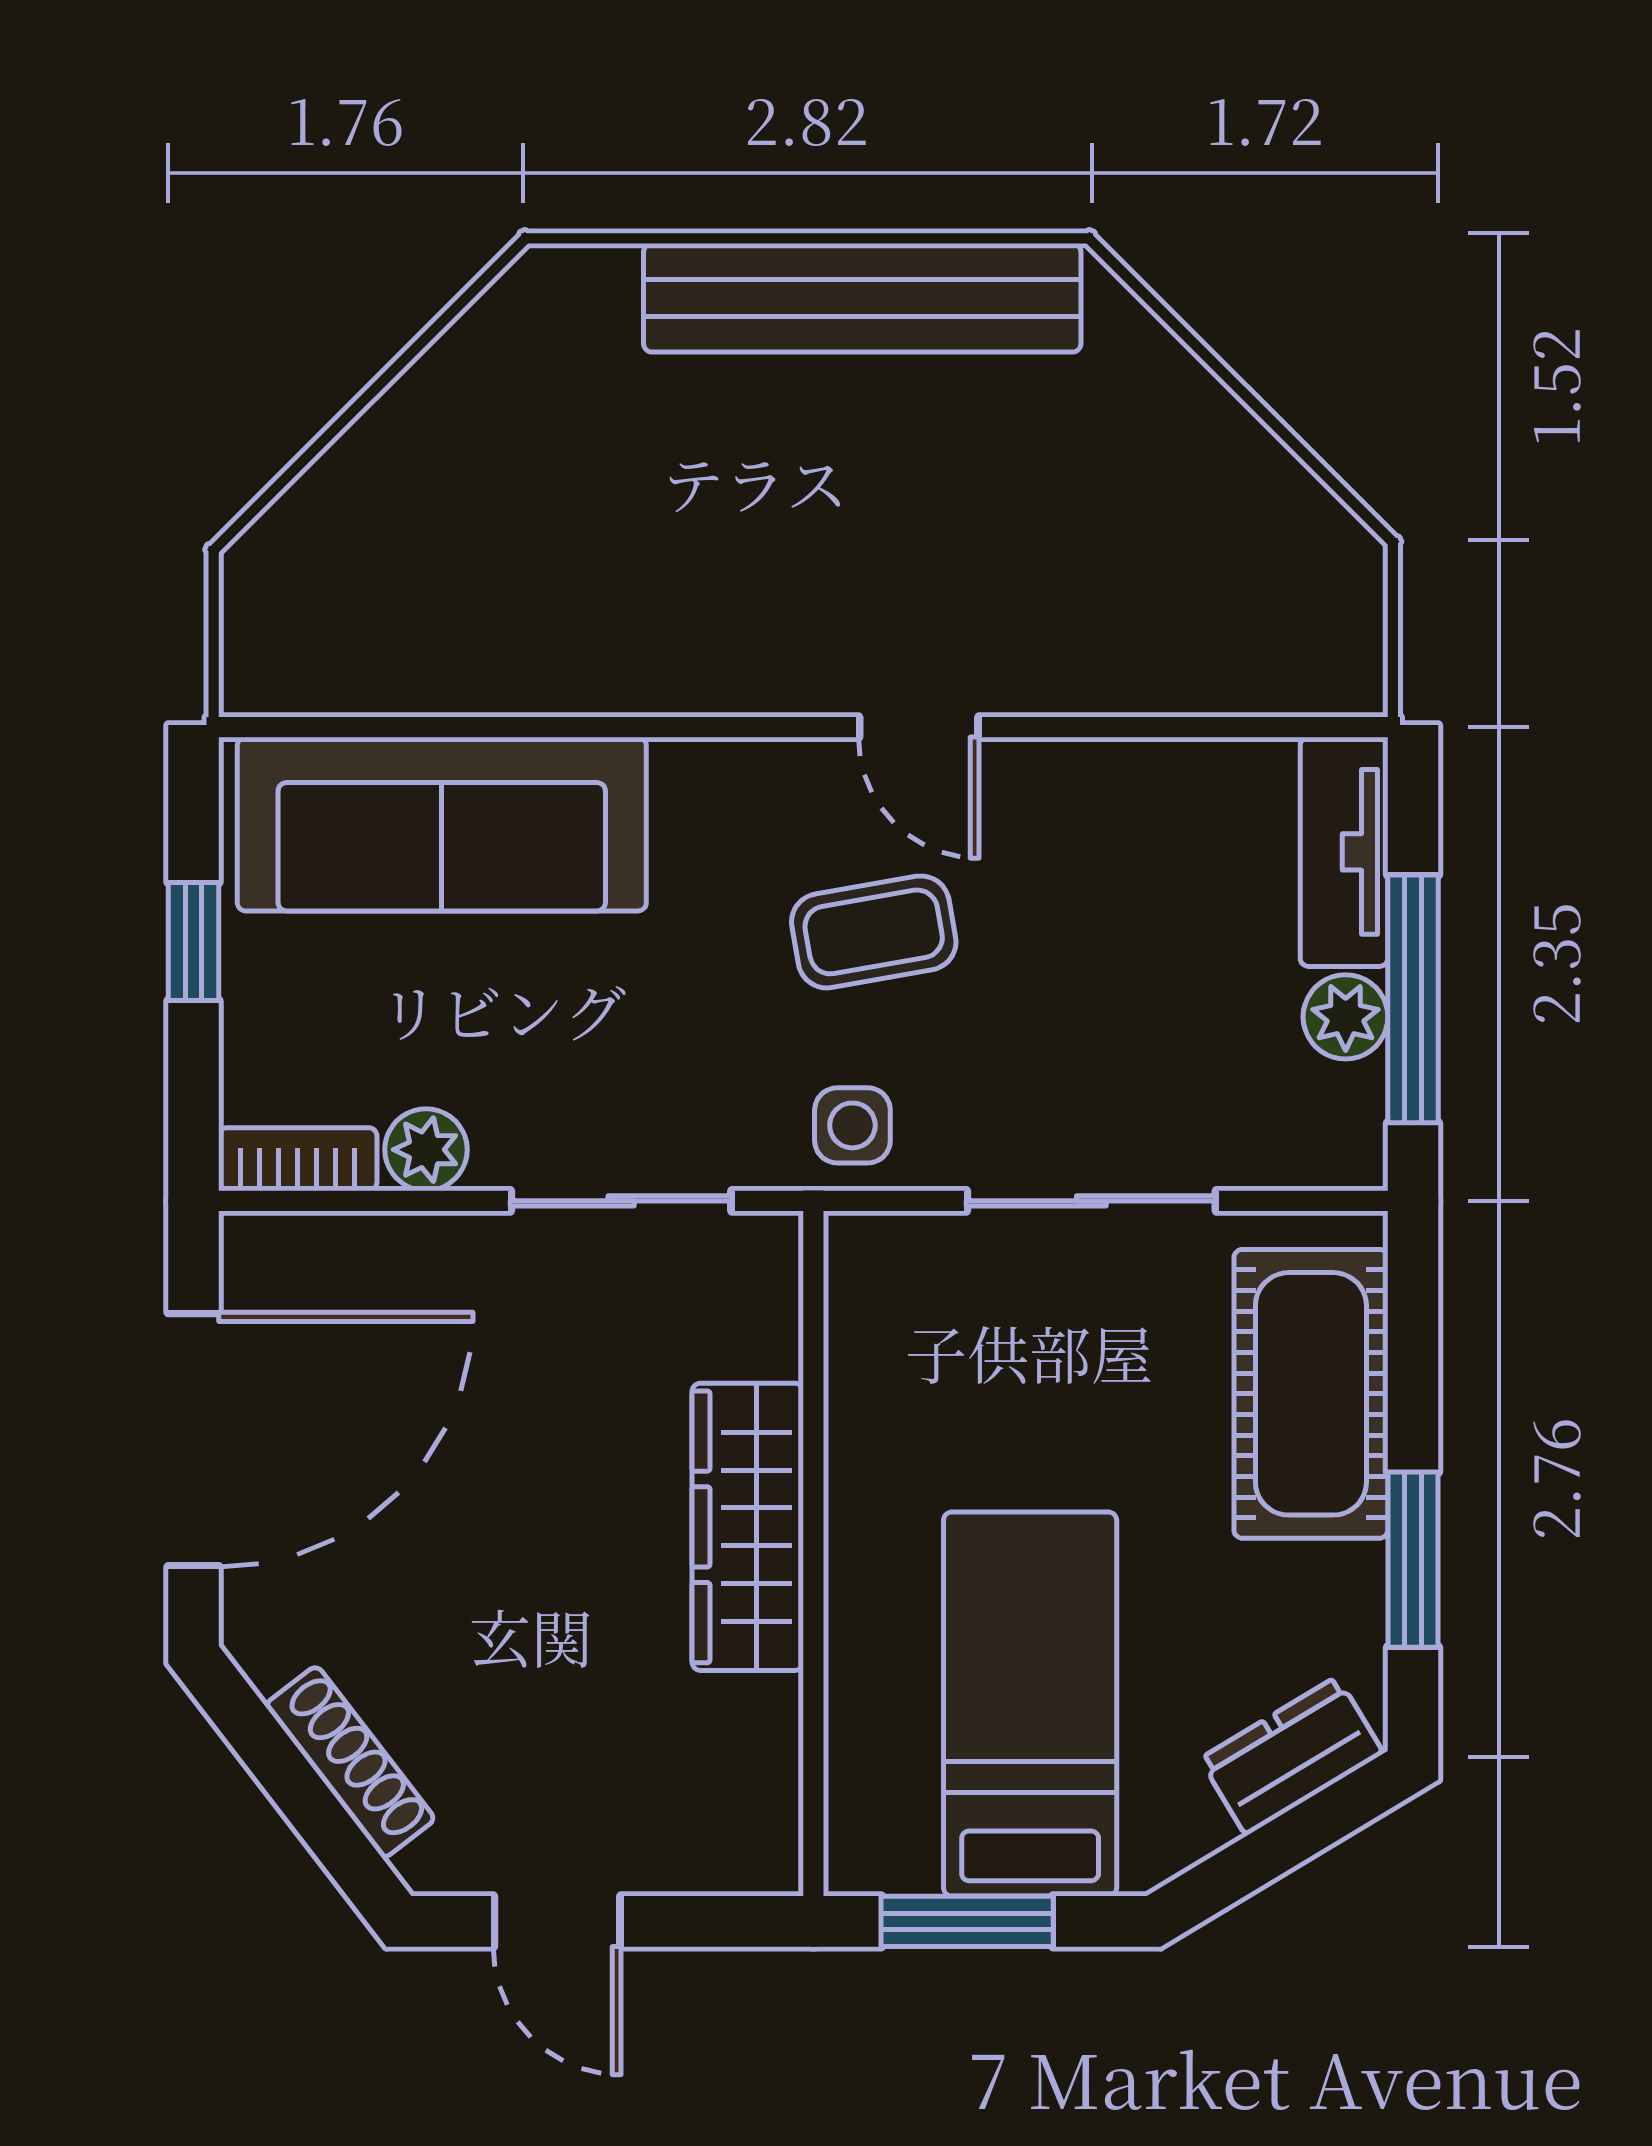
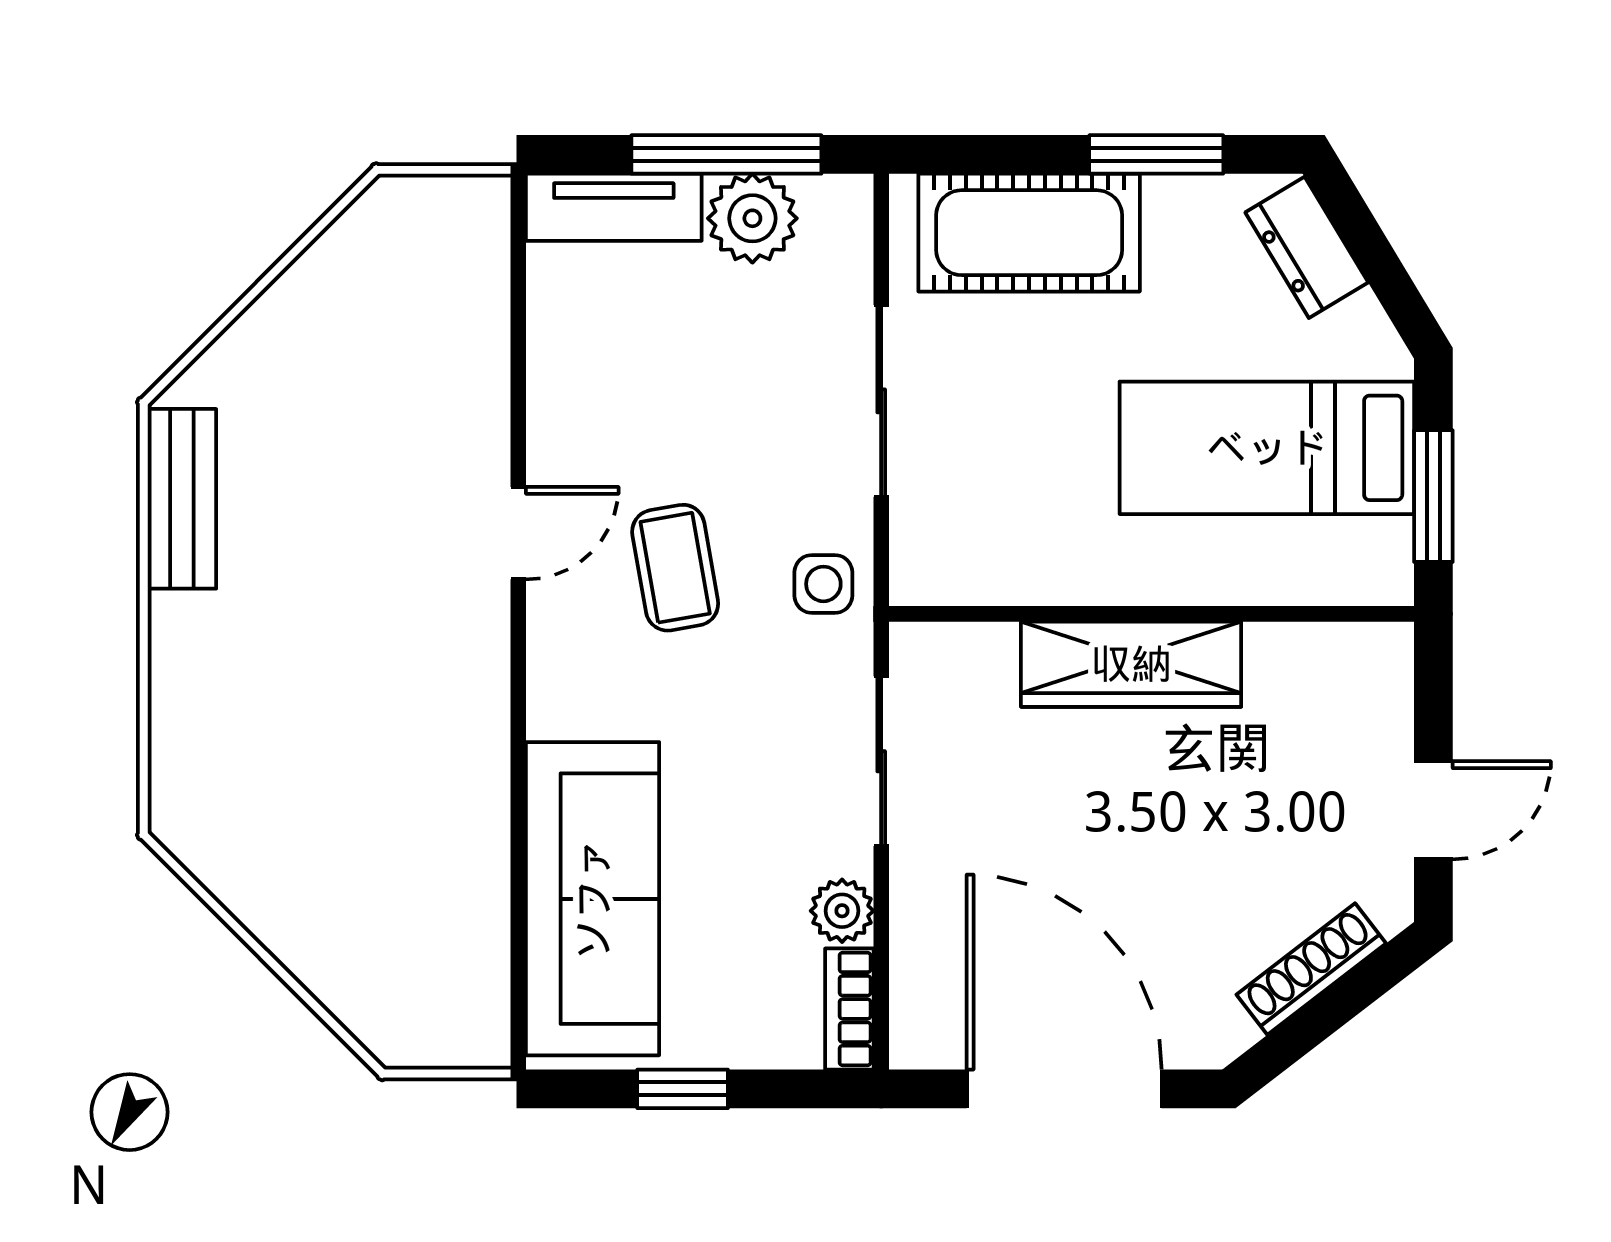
bench: (862, 298) -> (182, 499), width x0.54, depth x0.82
plant: (1346, 1017) -> (752, 218), width x1.38, depth x1.38

